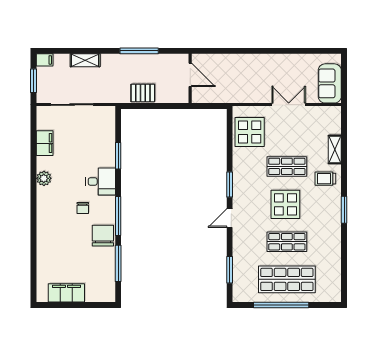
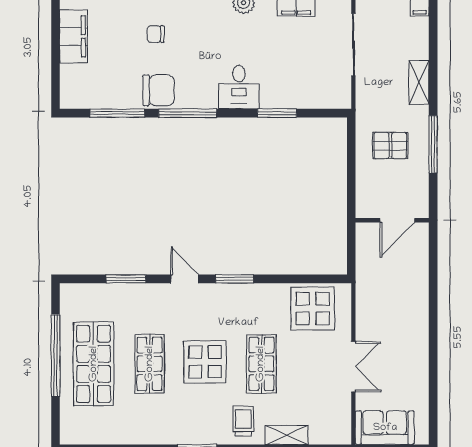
shelving: (85, 60) -> (419, 82), moved
pallet: (143, 93) -> (390, 146), moved, turned 90
chair: (83, 208) -> (156, 34), moved
window: (230, 270) -> (126, 279), moved

